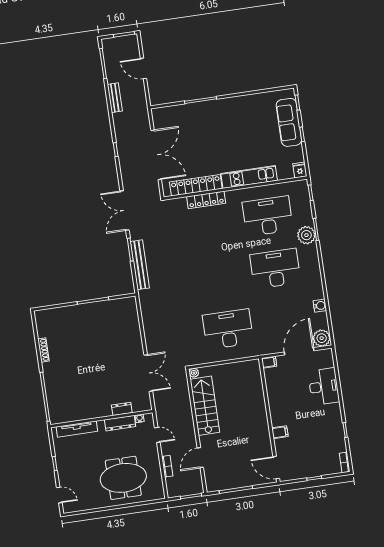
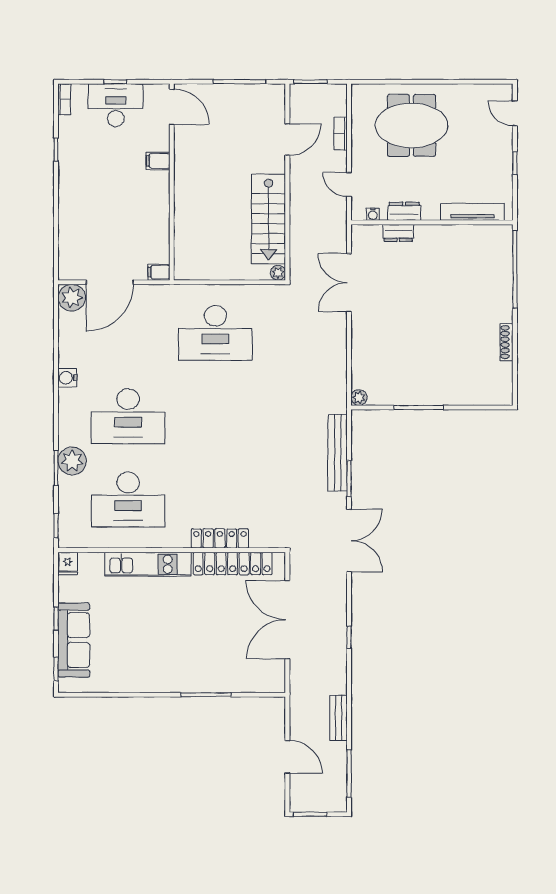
plant: (131, 302) -> (359, 398), added
water cooler: (320, 306) -> (67, 378), moved
desk: (324, 387) -> (116, 105), moved, turned 90
dresser: (120, 423) -> (404, 211), width x0.70

